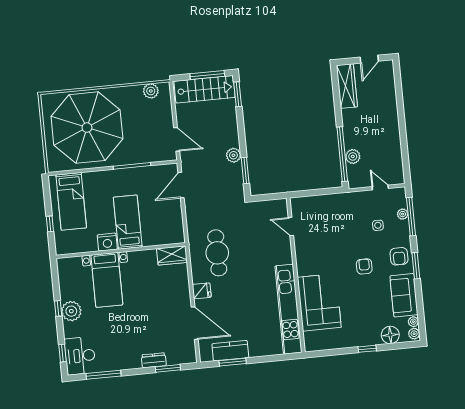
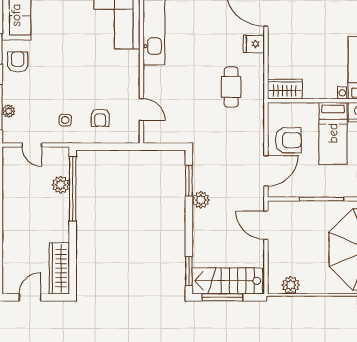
armchair: (165, 213) -> (288, 140), added
side table: (378, 225) -> (65, 120), moved
cafe table: (217, 253) -> (231, 87), width x0.73, depth x0.74
armchair: (364, 266) -> (100, 118), moved

